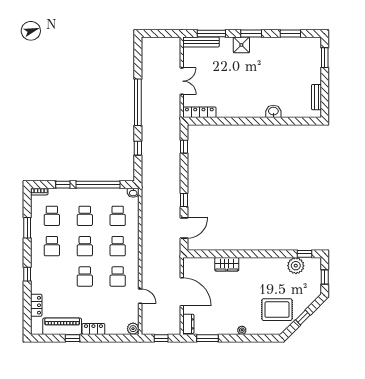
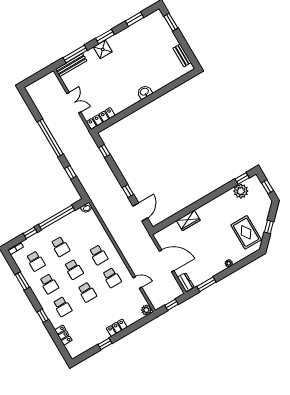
washbasin: (273, 111) -> (144, 92), moved
school desk: (118, 216) -> (62, 307), moved
rug: (277, 310) -> (246, 232), turned 90
piano: (62, 326) -> (92, 339), removed

